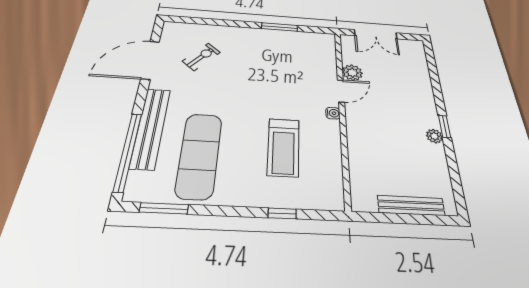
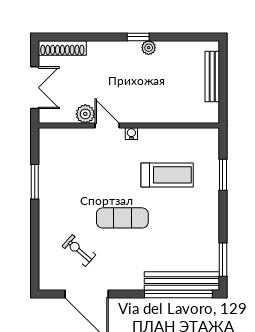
shoe rack: (419, 58) -> (62, 48), added
bench: (151, 128) -> (182, 281), moved
exercise mat: (199, 155) -> (122, 218), moved, width x0.73, depth x0.69
window: (282, 213) -> (223, 175), width x1.50

